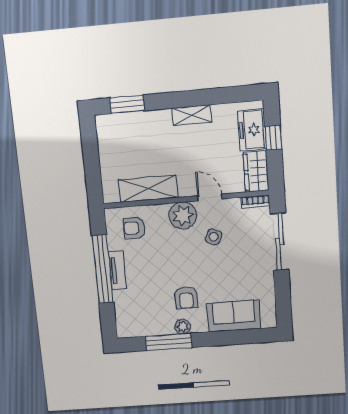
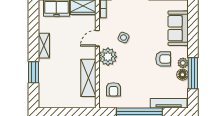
window: (127, 104) -> (33, 72), moved
tv unit: (117, 270) -> (169, 103), moved, width x1.41
floor lamp: (165, 327) -> (182, 75), added

